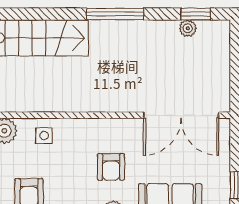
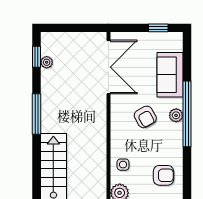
armchair: (111, 167) -> (145, 117), turned 61

